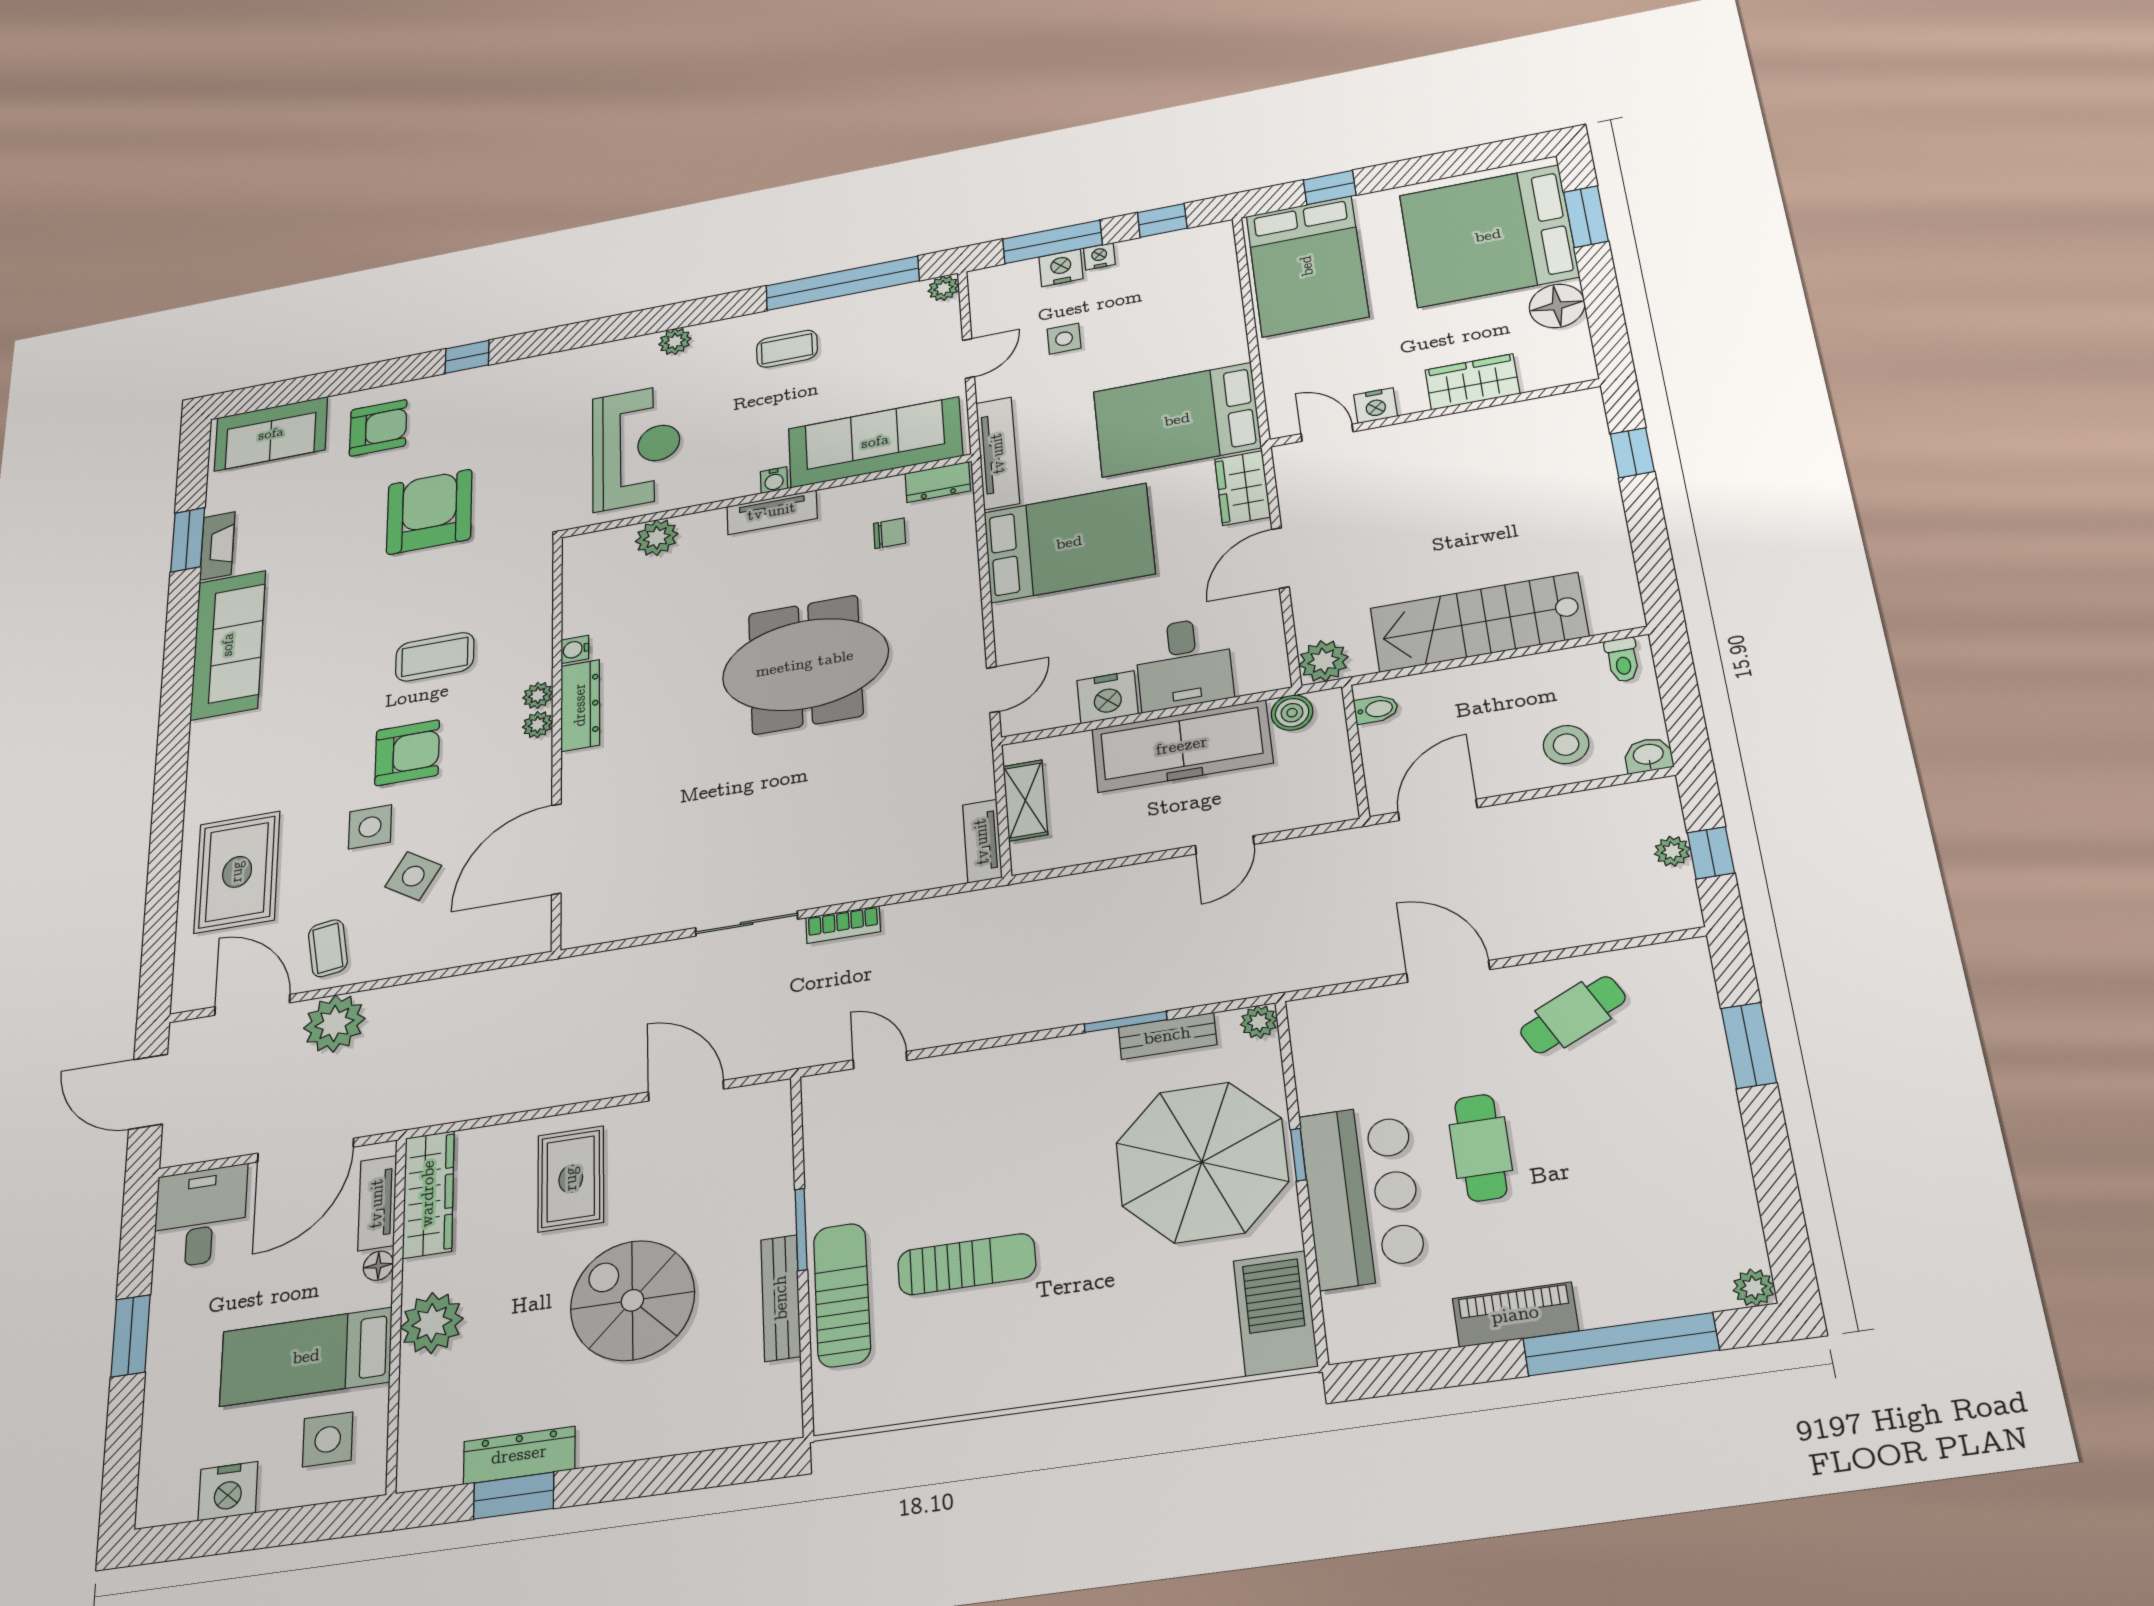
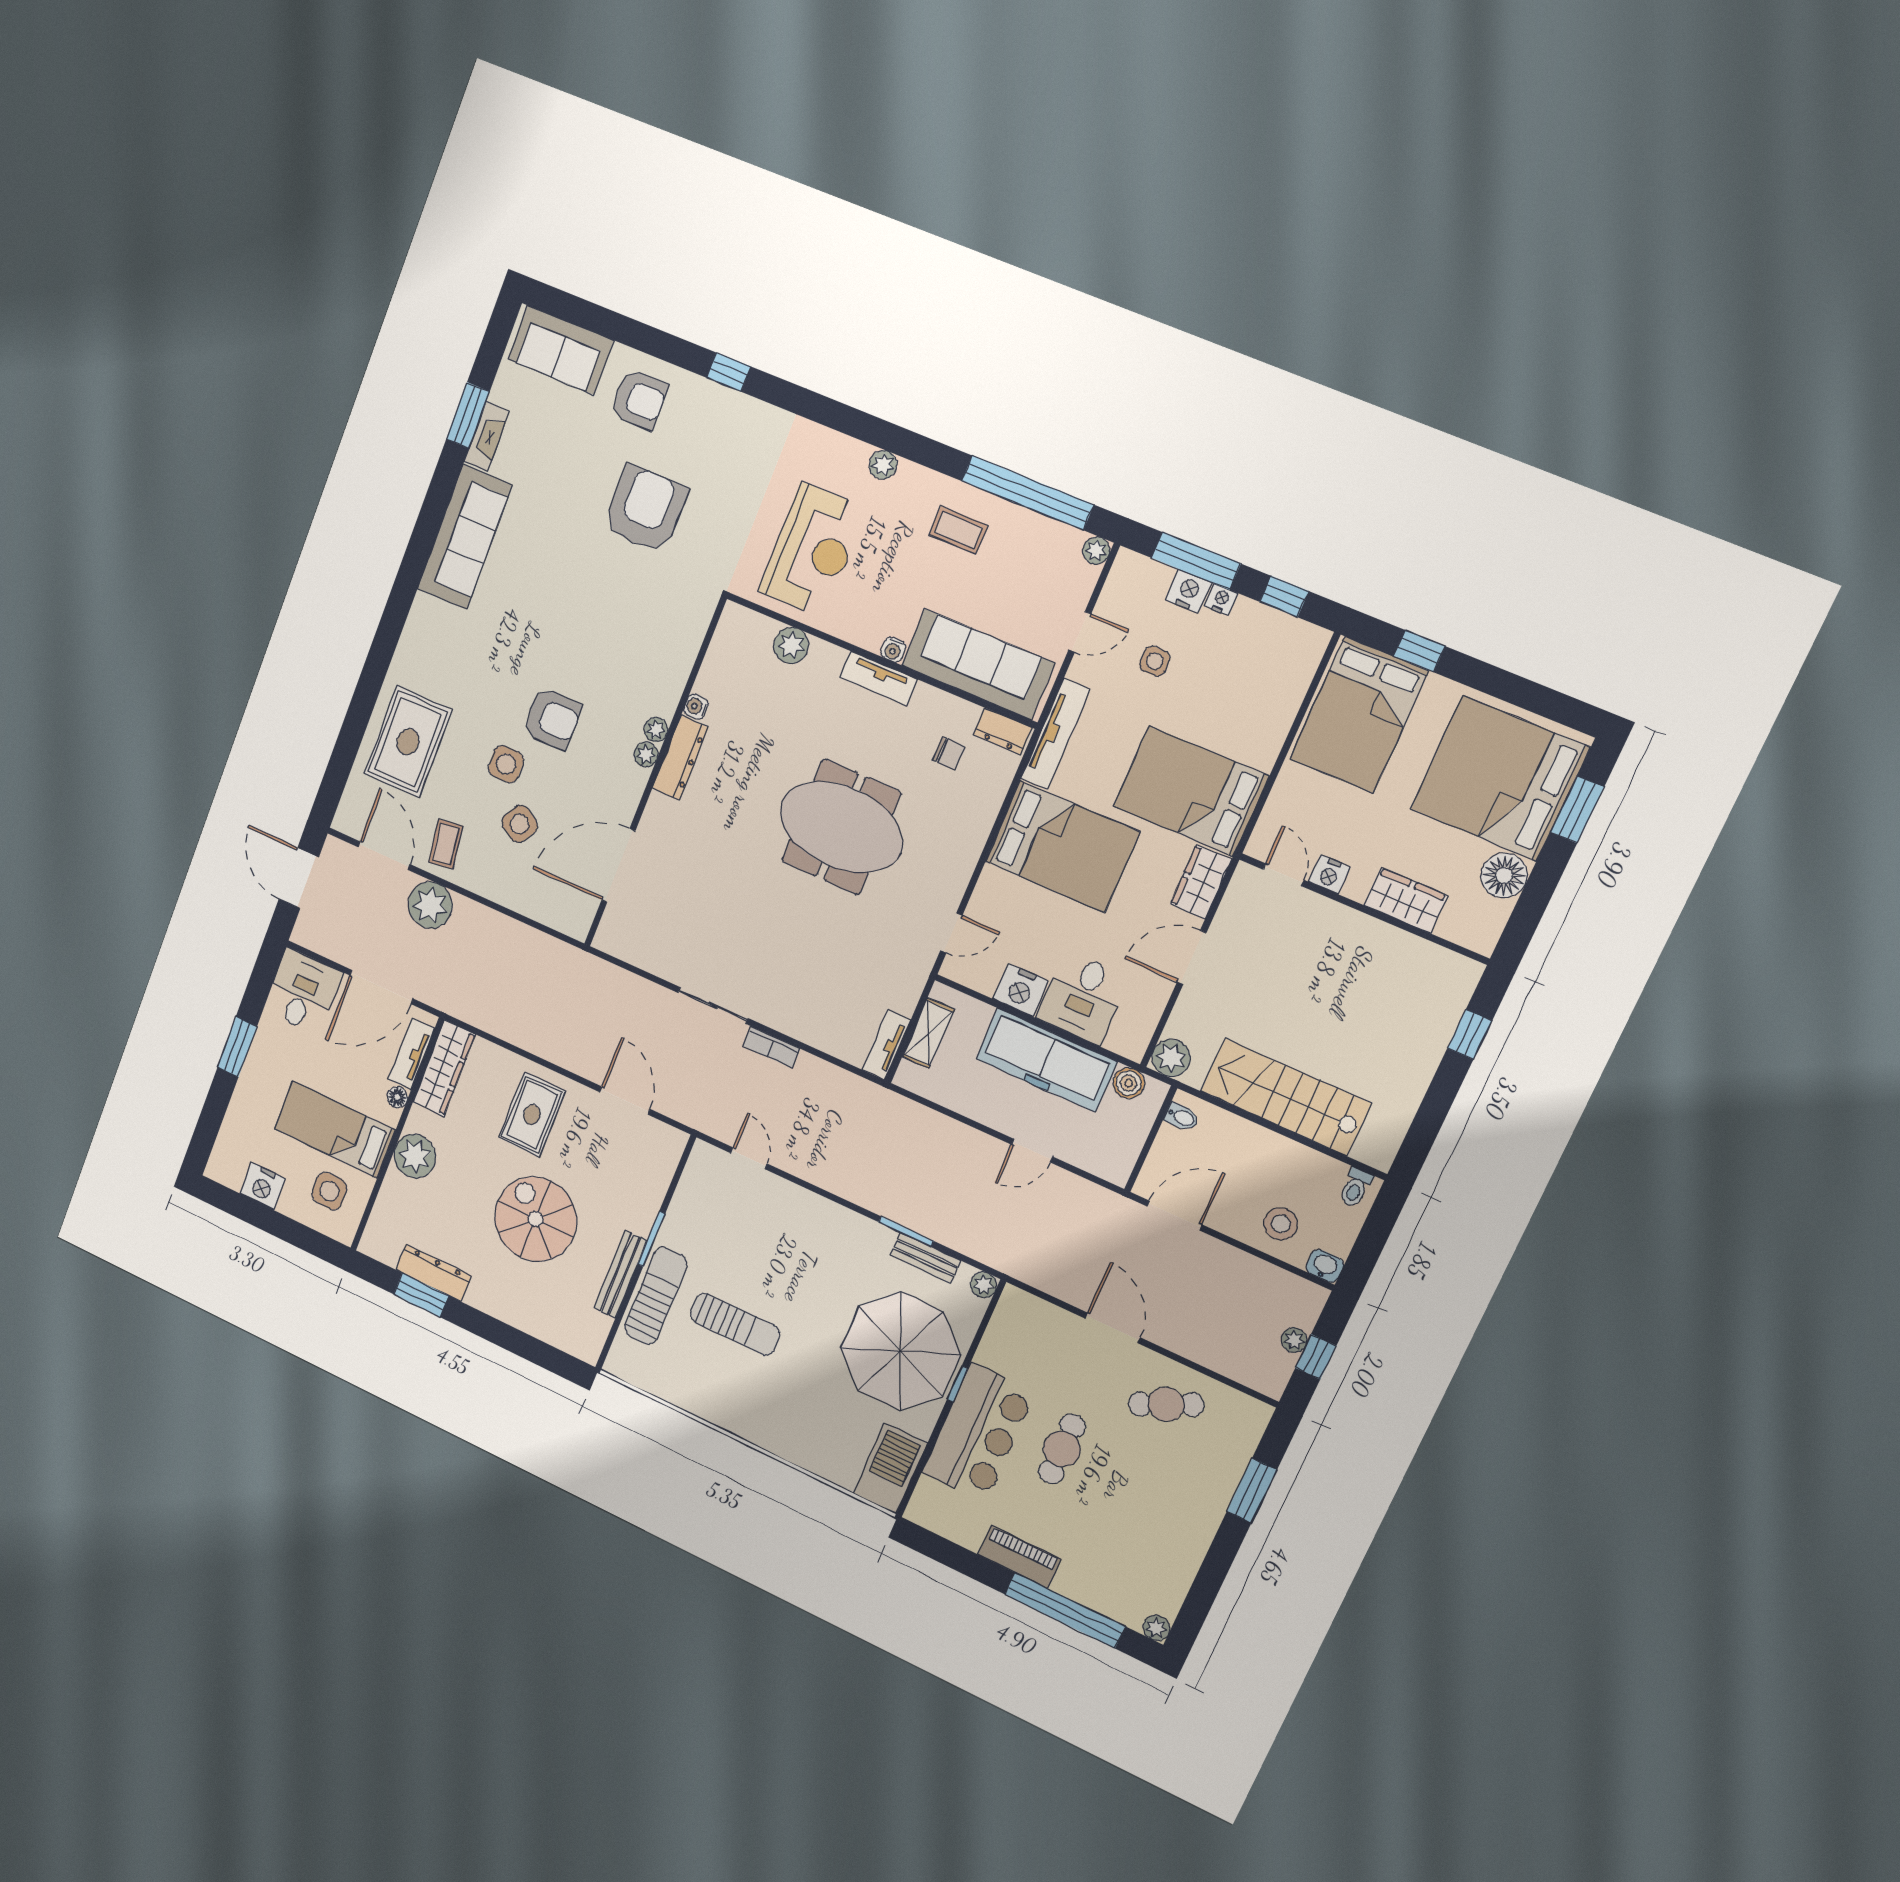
coffee table: (435, 657) -> (600, 647), removed

